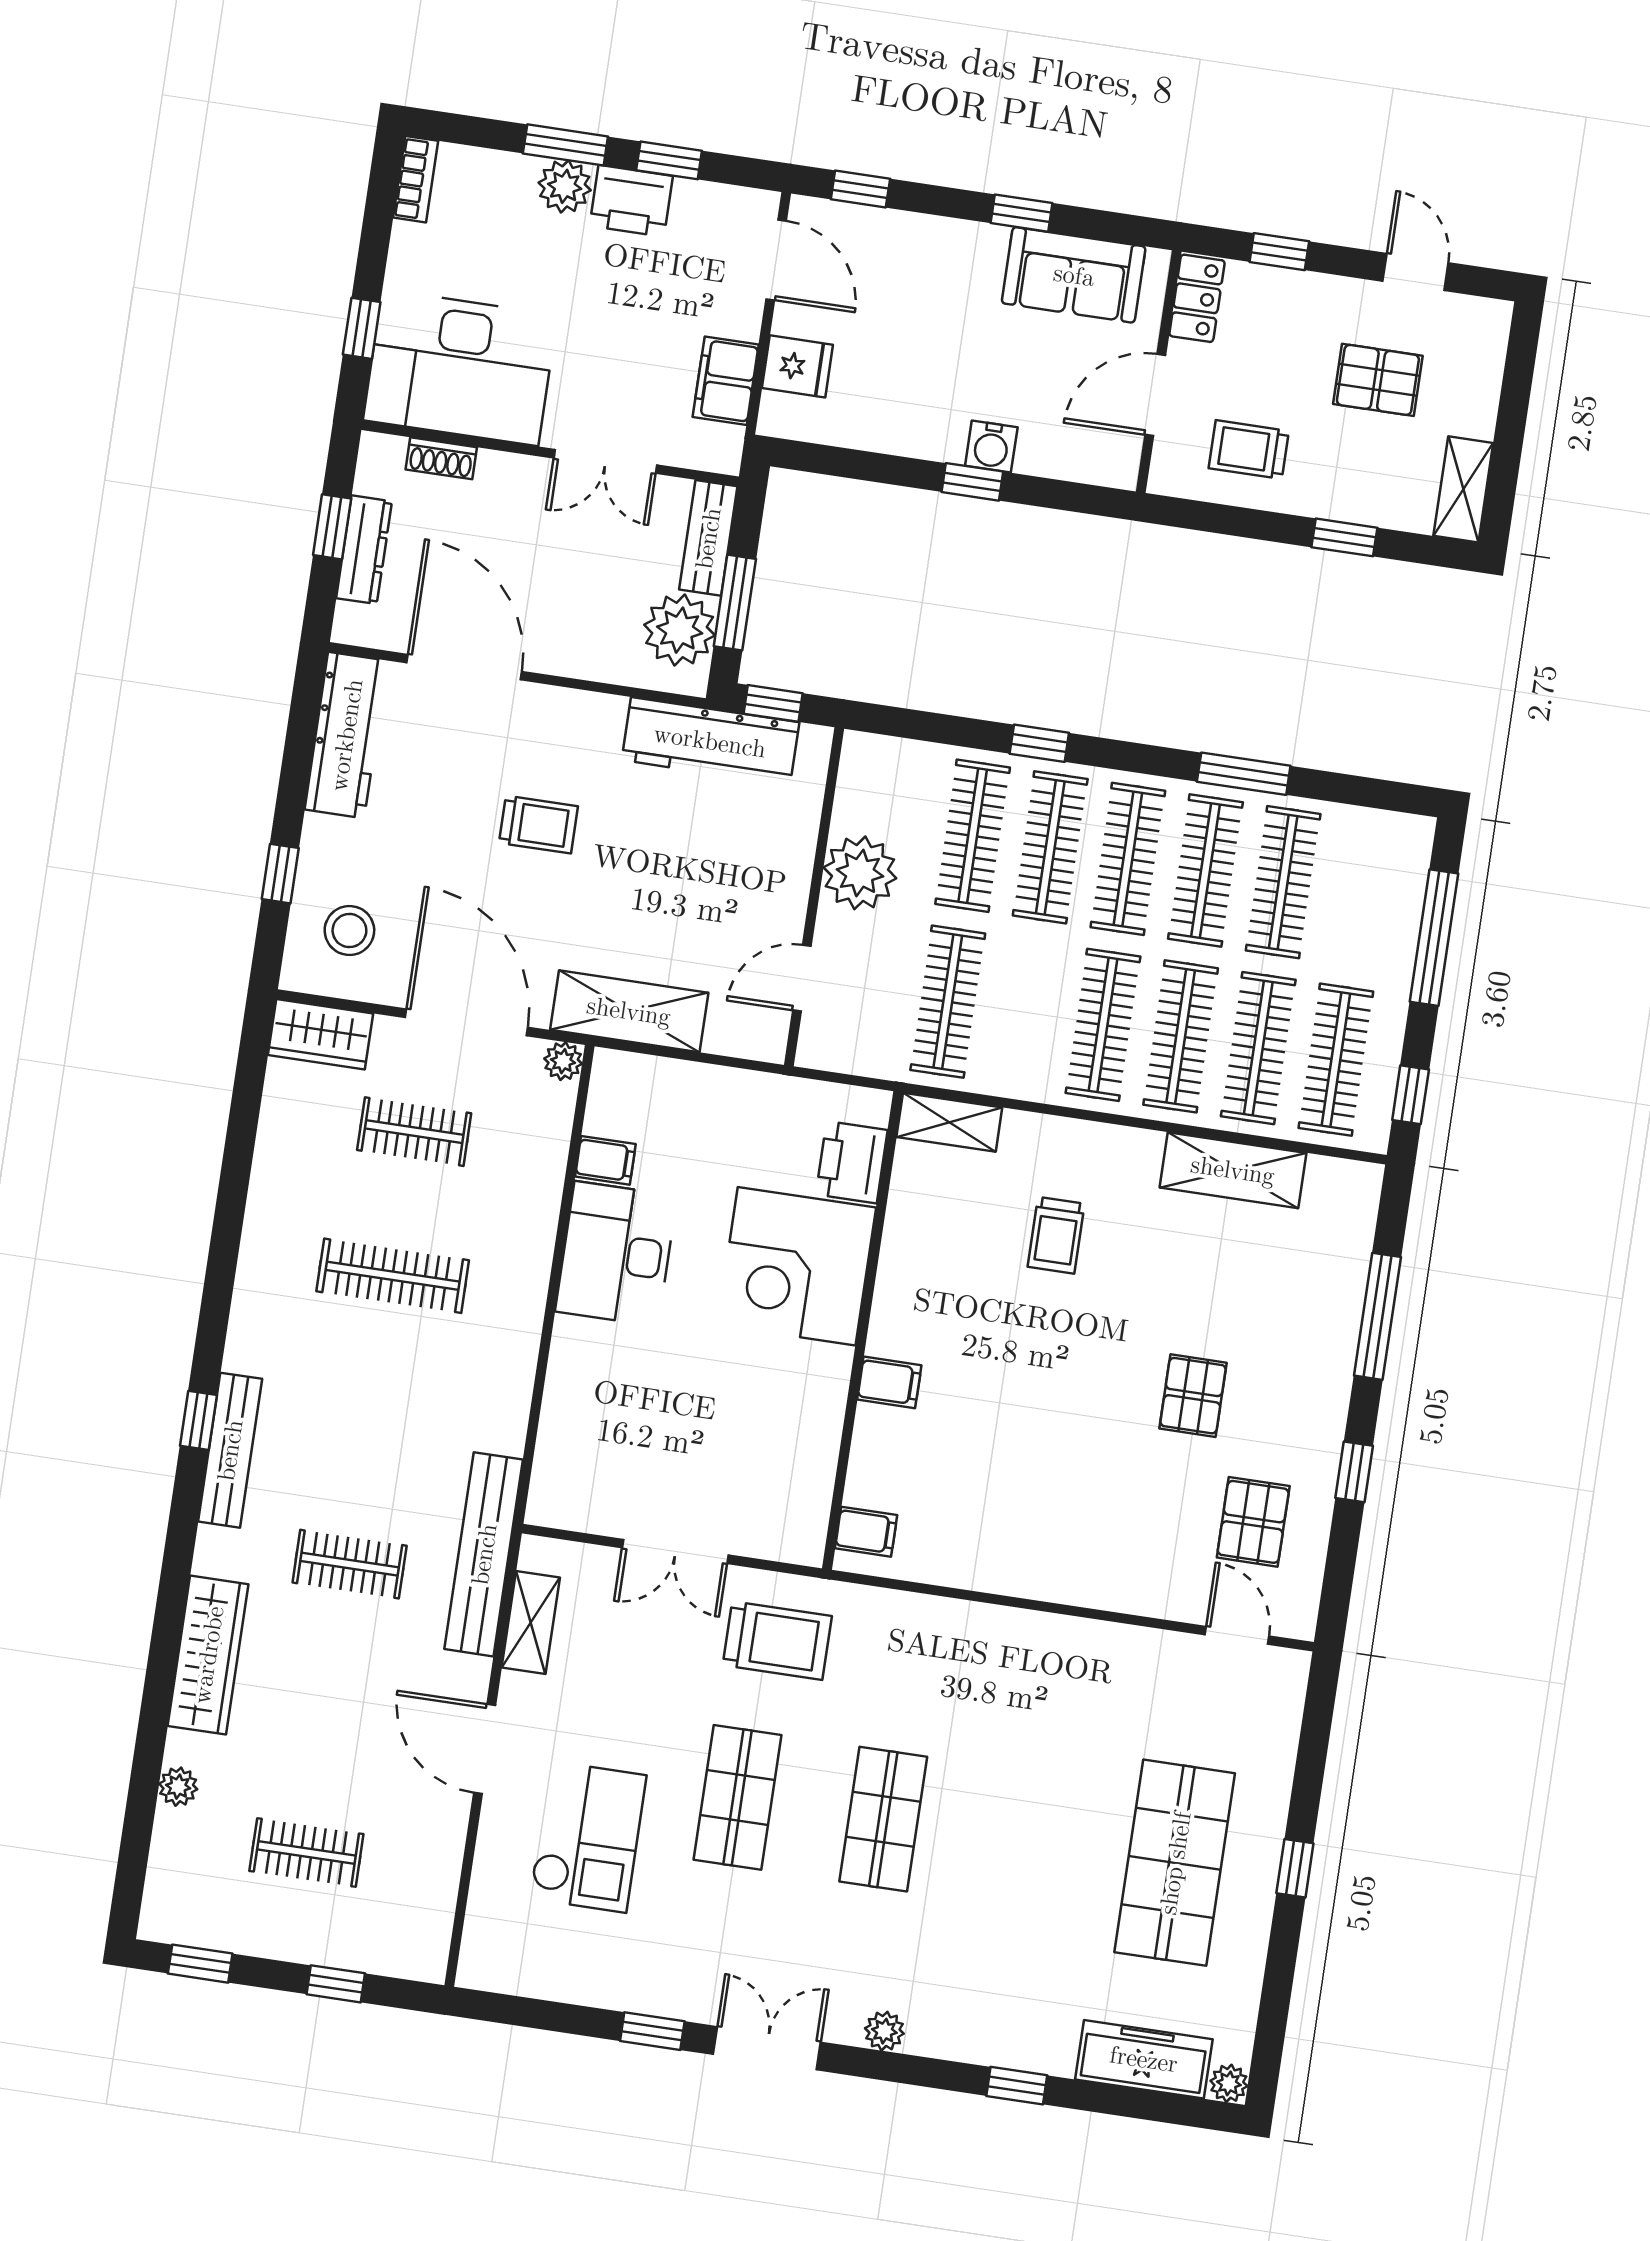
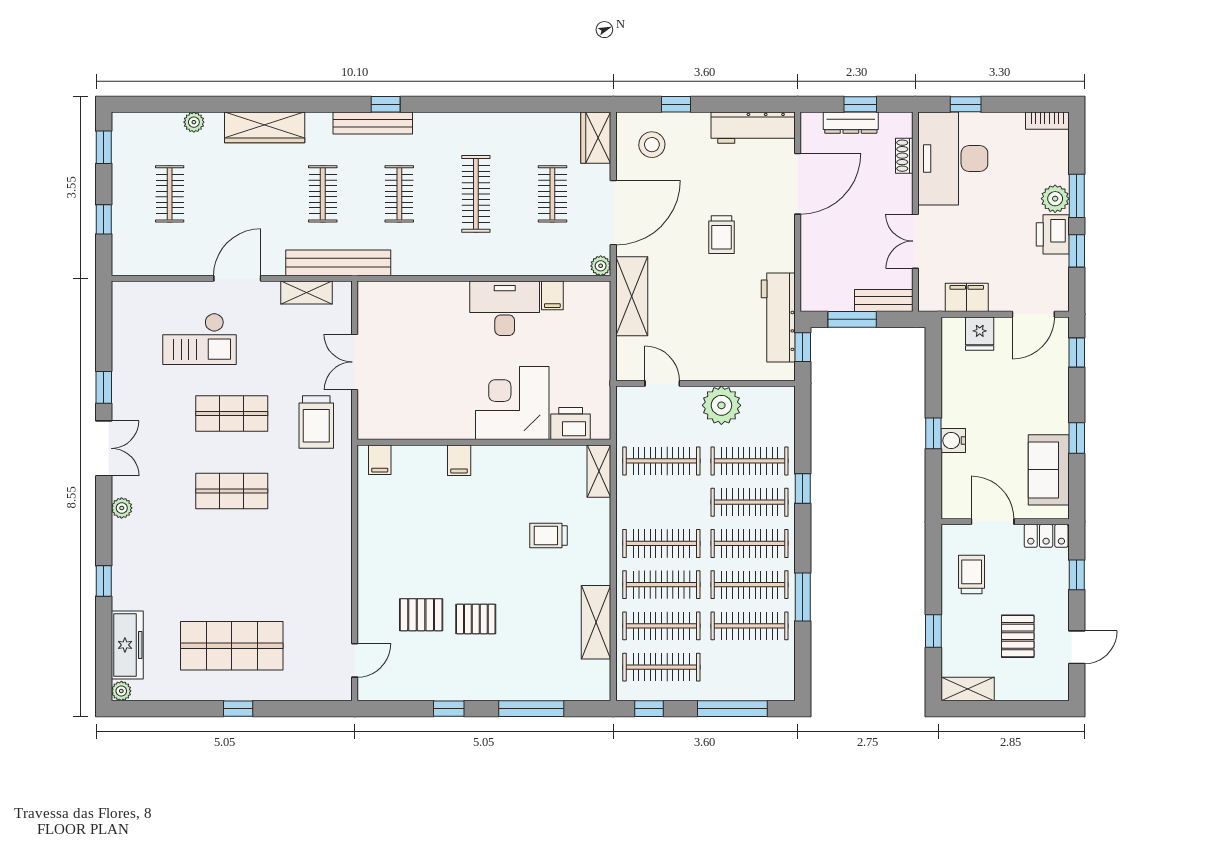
plant: (680, 630) -> (834, 293), removed
clothes rail: (371, 1420) -> (399, 194), added
pallet: (1253, 1522) -> (421, 615), moved

